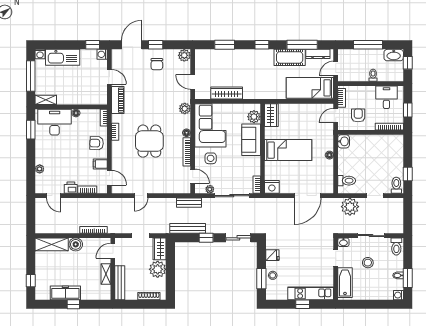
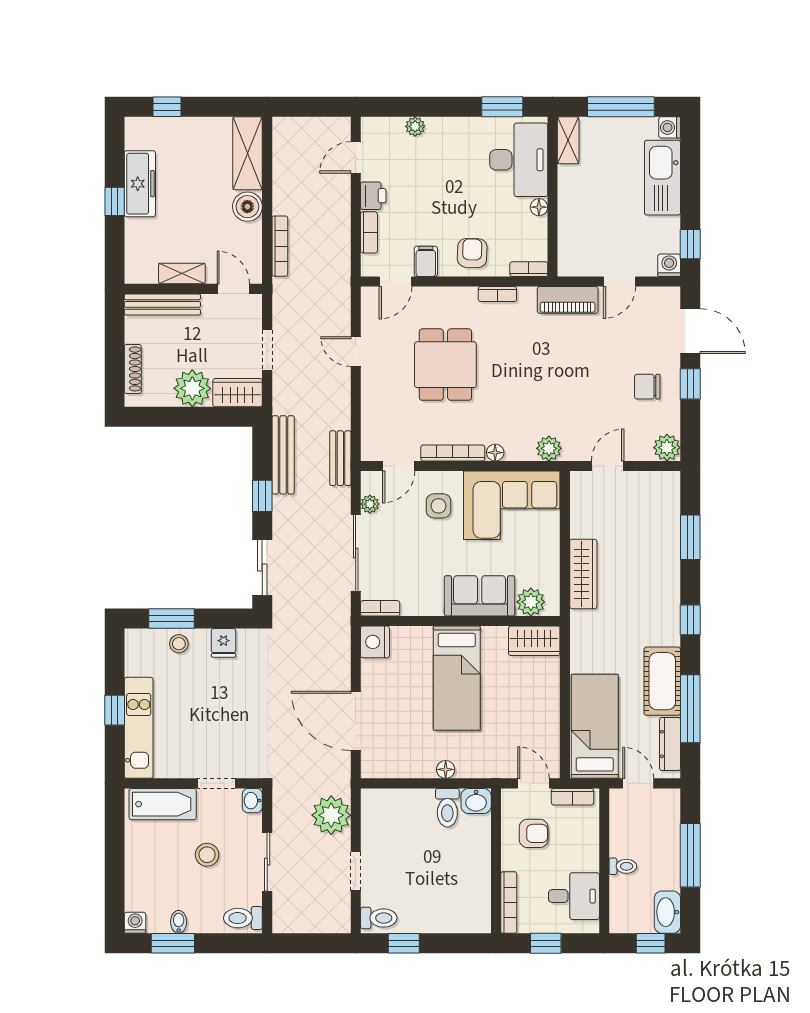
wardrobe: (227, 93) -> (583, 574), moved
dining table: (149, 141) -> (445, 365), moved, turned 90
toilet: (347, 181) -> (447, 808), moved

